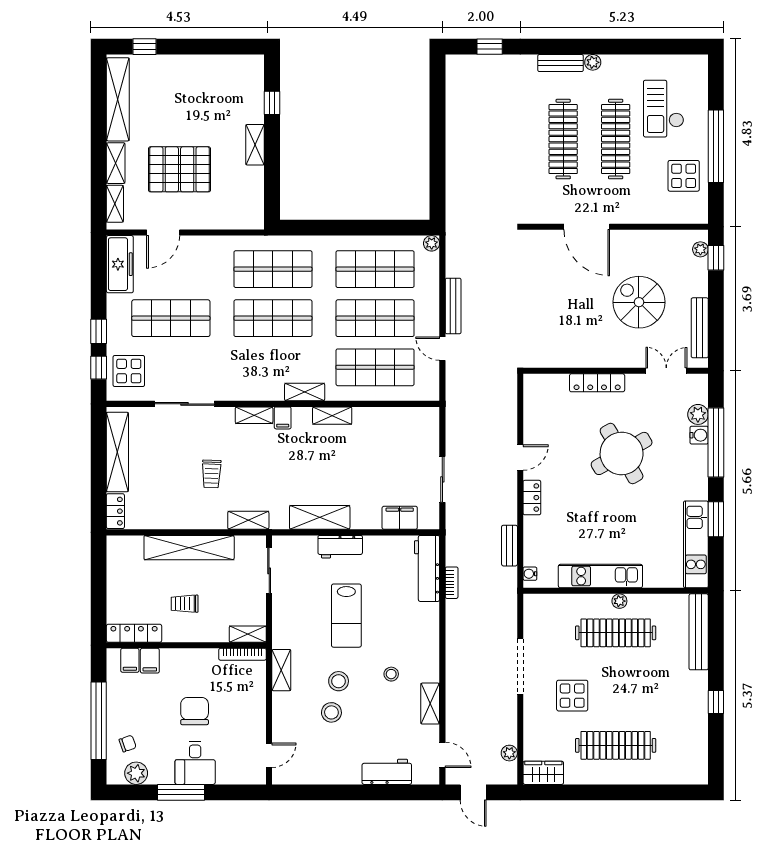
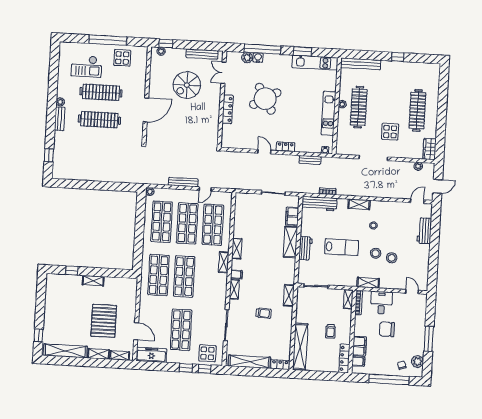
shelving: (320, 517) -> (290, 242), moved
shelving: (189, 548) -> (300, 347), moved
filing cabinet: (150, 661) -> (359, 346), width x2.00
shelving: (430, 704) -> (359, 204), moved
desk: (195, 763) -> (381, 303), moved, turned -90

